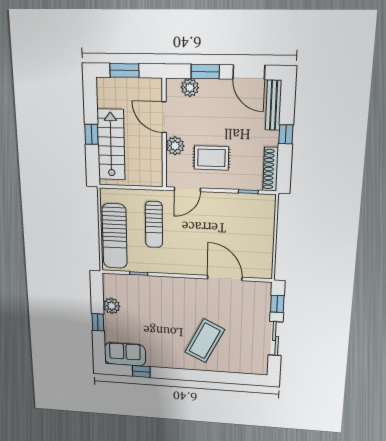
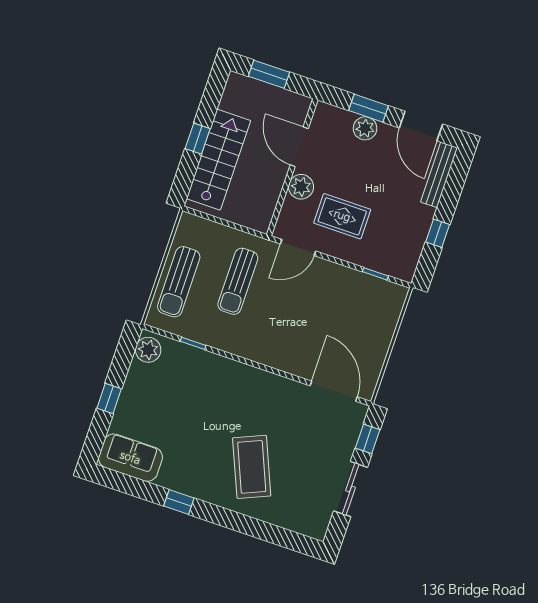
plant: (190, 88) -> (365, 128), moved
window: (286, 134) -> (438, 233), moved
shoe rack: (271, 169) -> (412, 253), removed
sun lounger: (115, 236) -> (179, 282), width x0.73, depth x0.75
door: (225, 278) -> (334, 391), moved
plant: (112, 306) -> (148, 350), moved
coffee table: (205, 341) -> (252, 467), turned -49
window: (141, 371) -> (179, 502), moved

